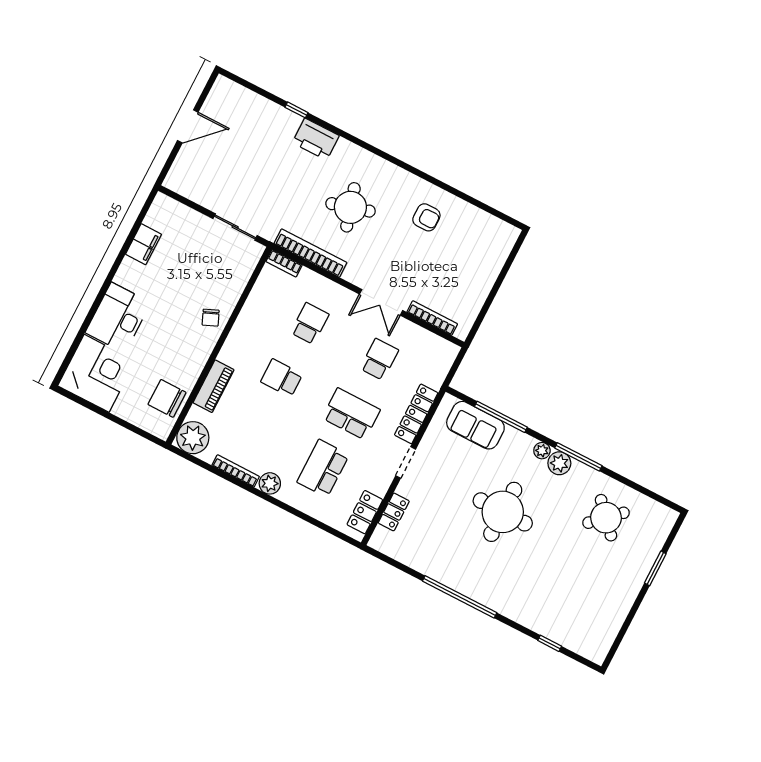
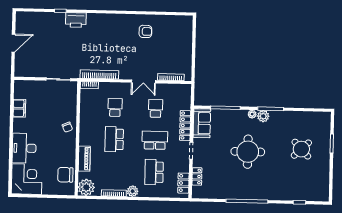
round table: (350, 207) -> (108, 44), removed
school desk: (282, 378) -> (114, 139), width x1.85
sofa: (475, 425) -> (202, 123), moved, turned -90
round table: (606, 518) -> (301, 149), moved

